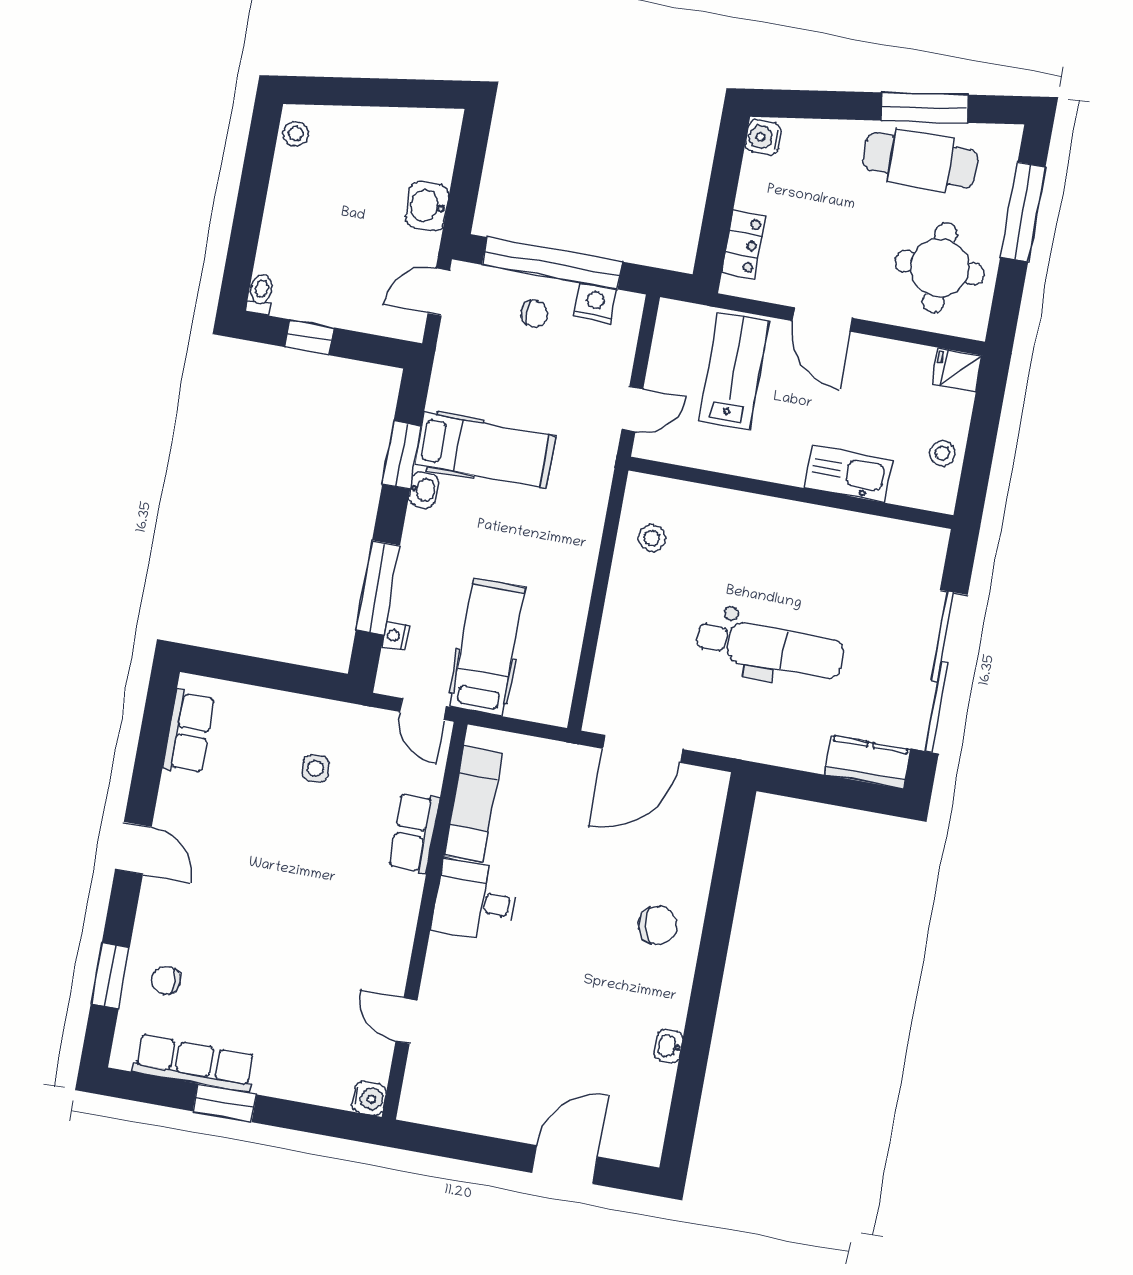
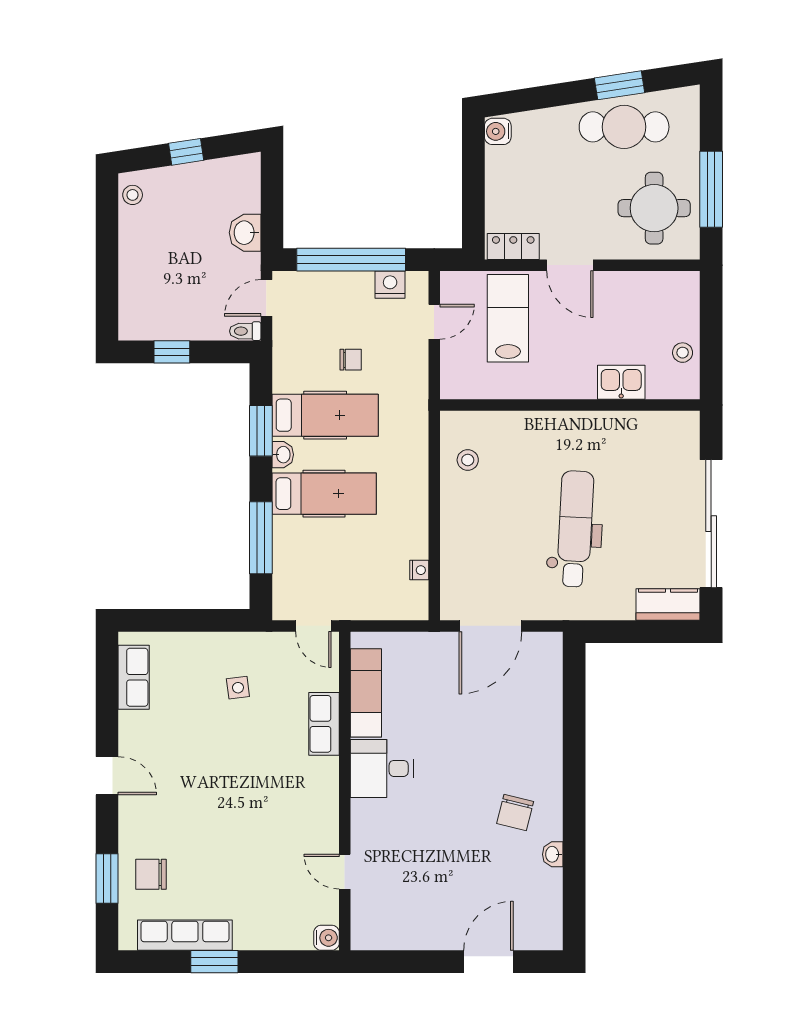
window: (372, 92) -> (186, 152), added
window: (924, 108) -> (620, 85), width x0.69
window: (1023, 212) -> (711, 189), moved
locker: (744, 244) -> (513, 246), moved, turned -90
toilet: (261, 294) -> (245, 331), moved, turned -90
chair: (534, 313) -> (351, 360), moved
fridge: (957, 370) -> (682, 285), removed
door: (632, 409) -> (434, 322), moved
kitchen sink: (849, 474) -> (621, 382), width x0.73
nightstand: (395, 636) -> (419, 570), moved, turned 180
hospital bed: (488, 647) -> (324, 494), moved, turned 90
dental chair: (770, 648) -> (575, 529), turned -87
chair: (658, 925) -> (515, 812), moved, turned 116
chair: (166, 980) -> (151, 874), width x1.37, depth x1.37

